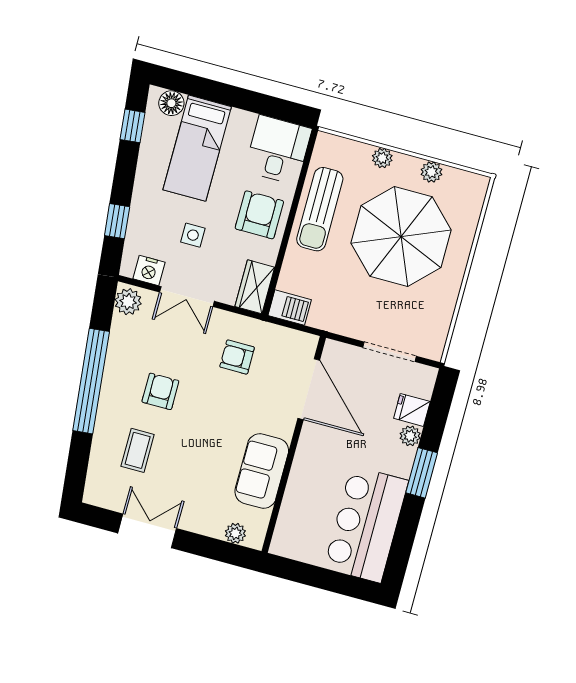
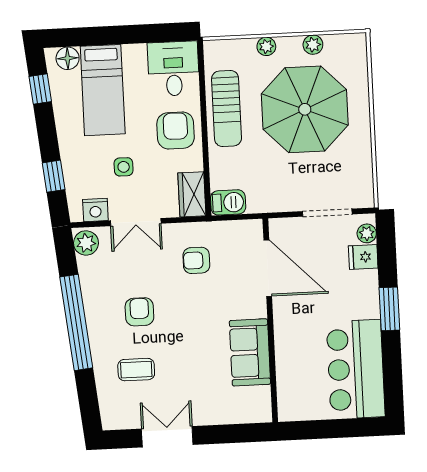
plant: (410, 436) -> (367, 233), moved
coffee table: (138, 450) -> (136, 370), turned 90
plant: (235, 533) -> (245, 414), removed

